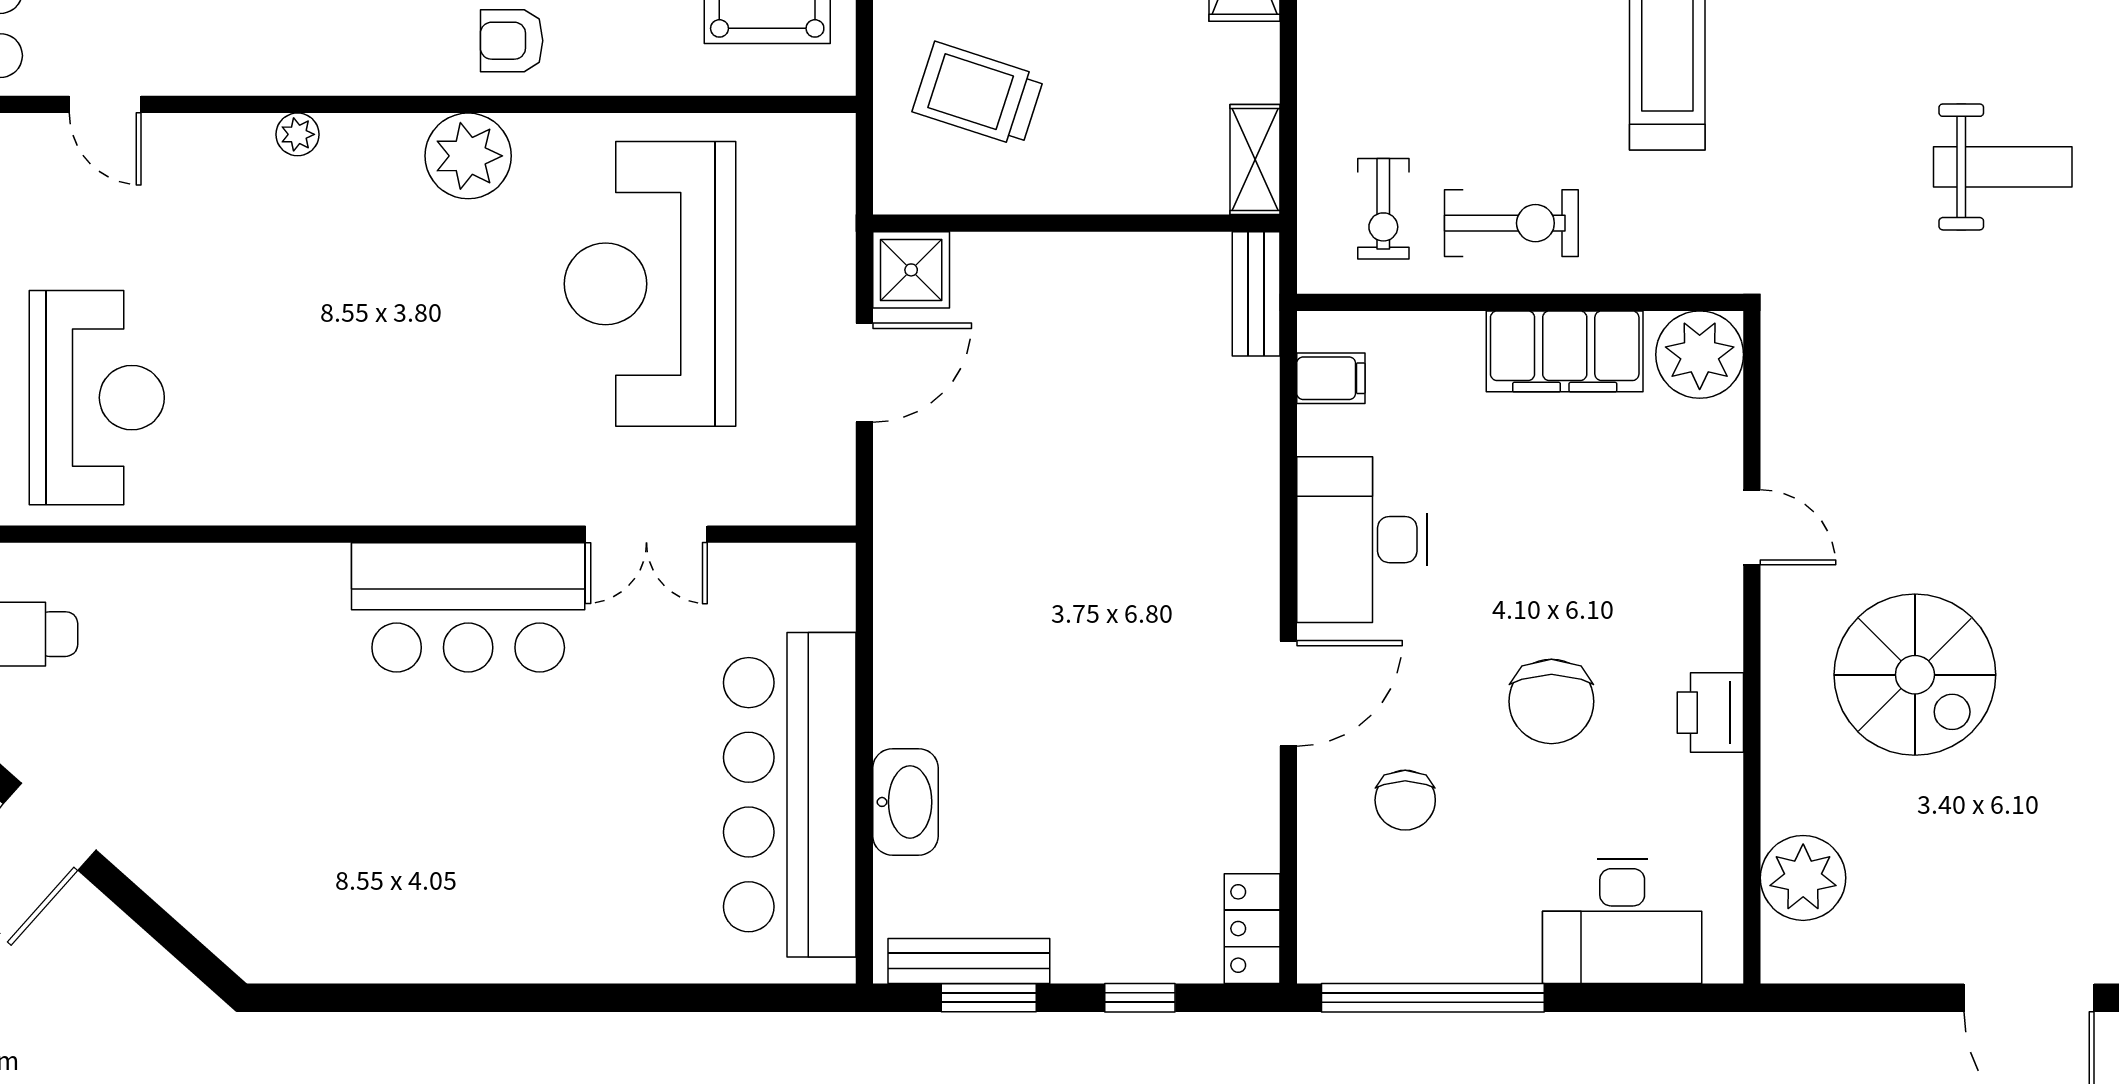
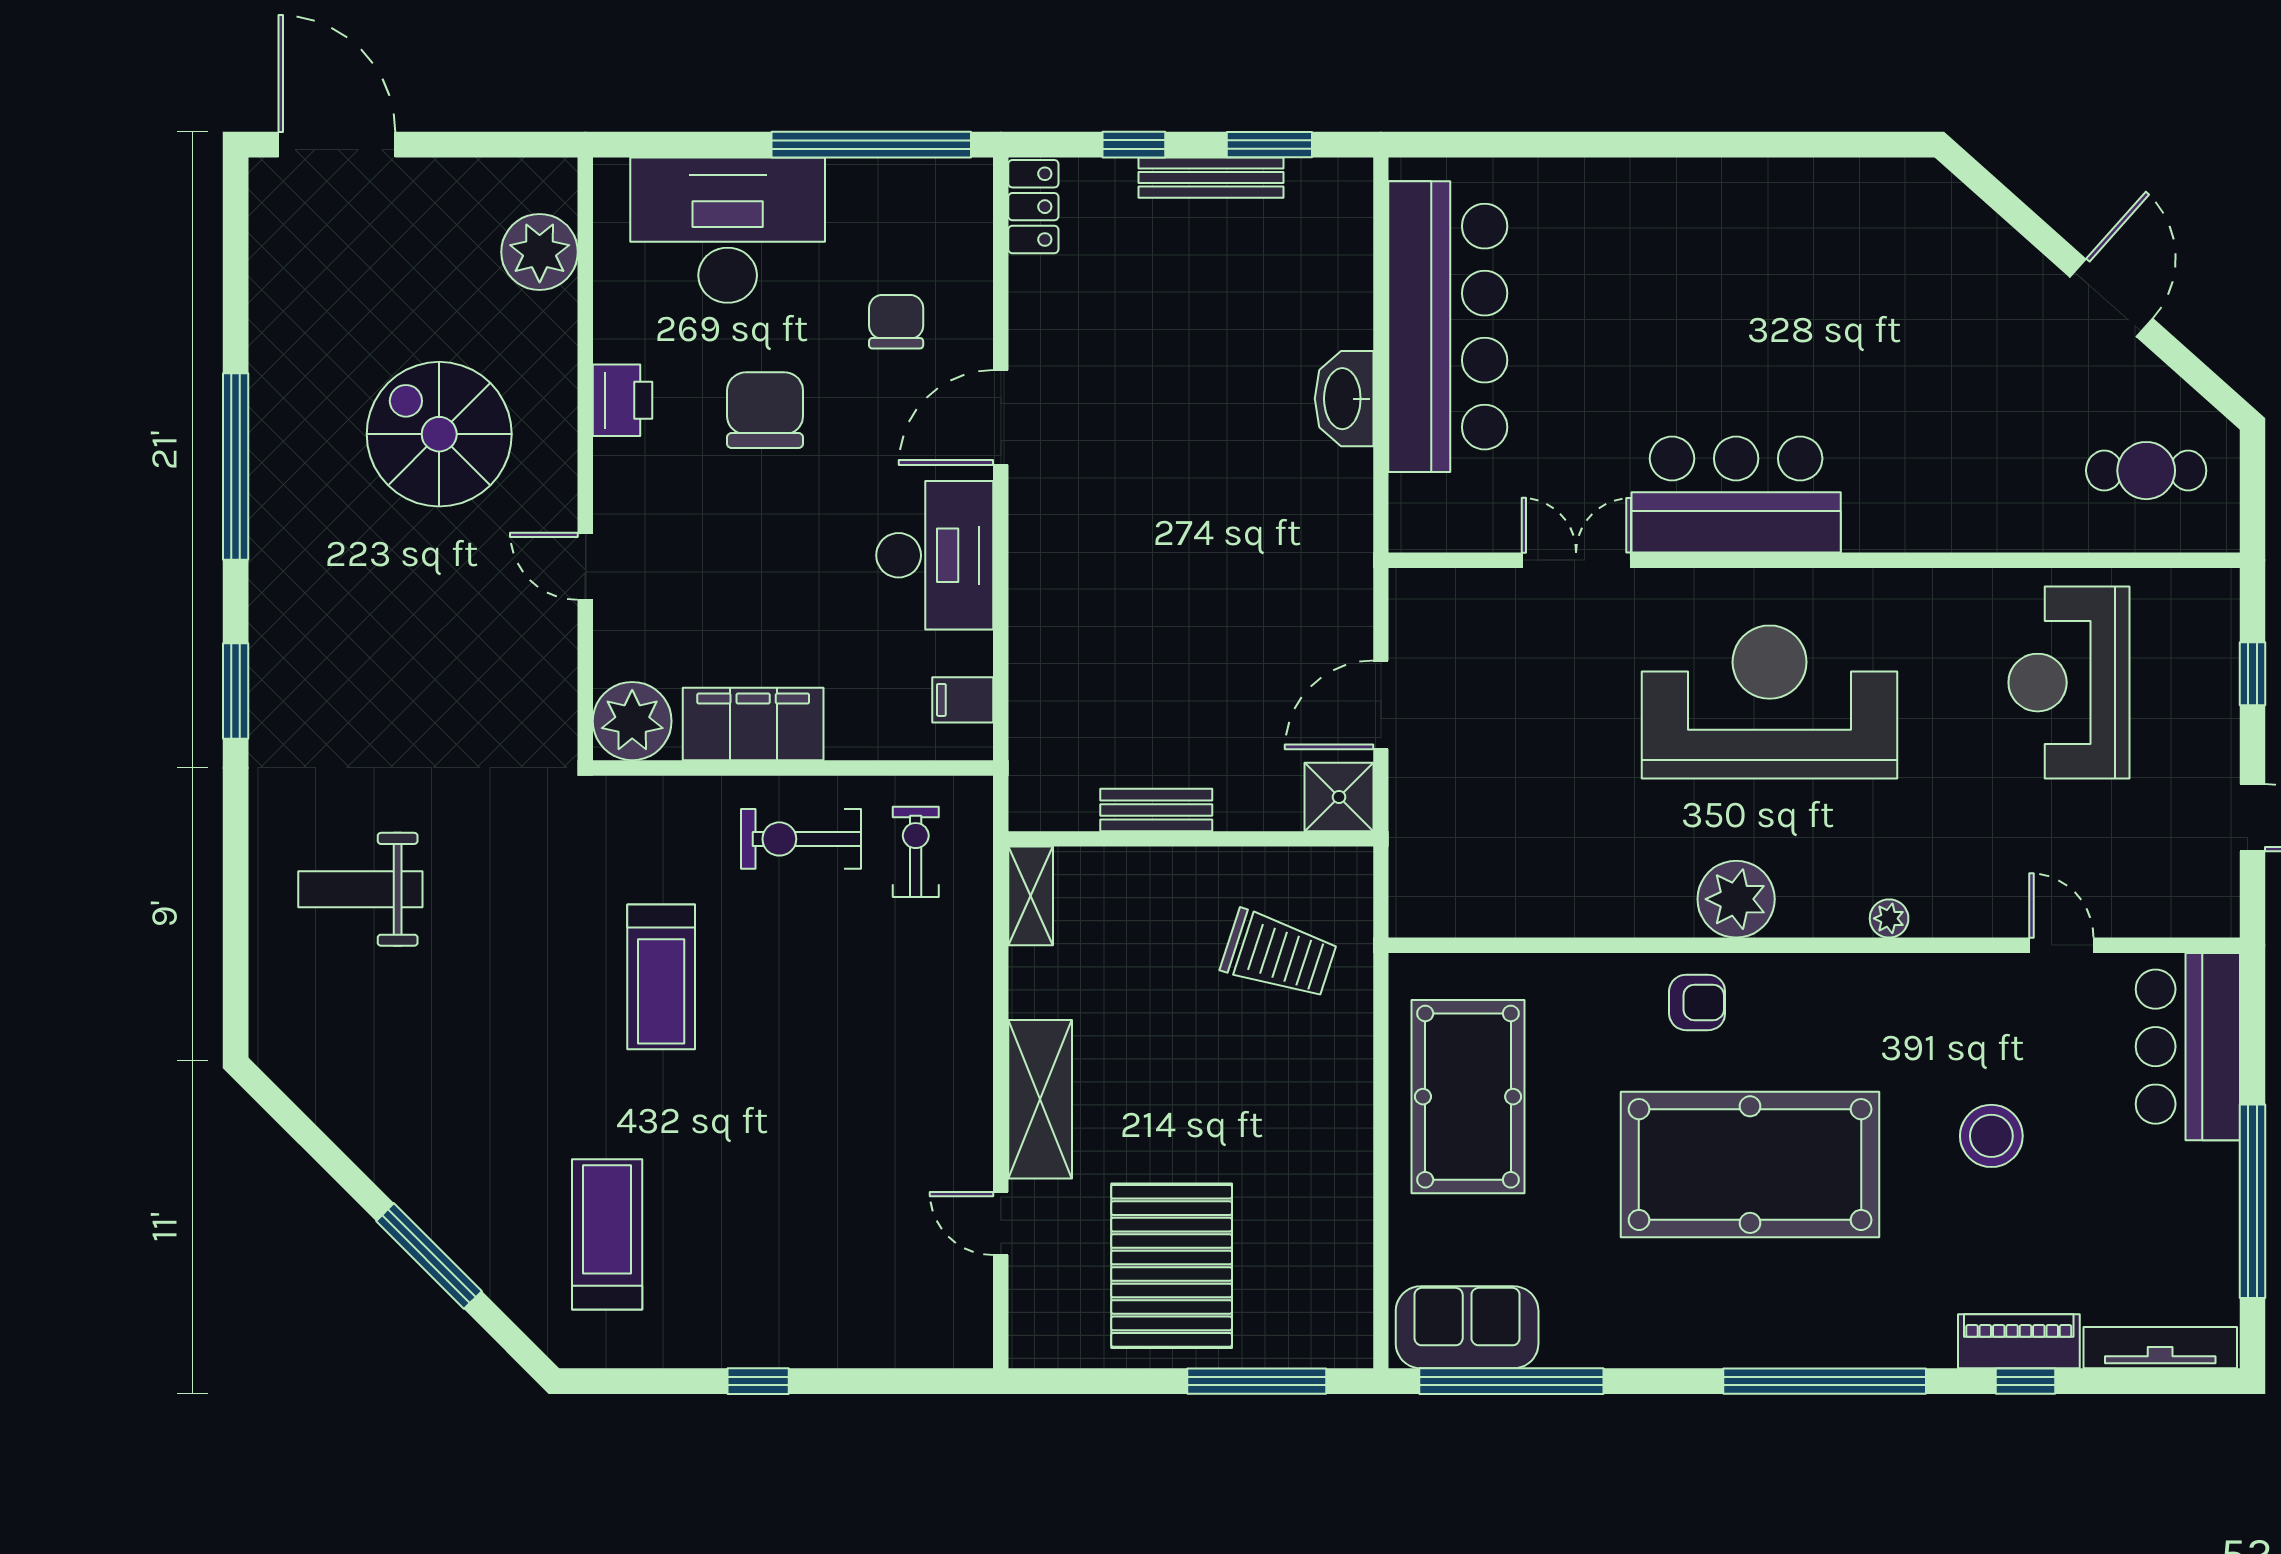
reception desk: (650, 284) -> (1770, 702), moved, turned -90
bench: (1256, 294) -> (1156, 810), moved, turned 90
washbasin: (905, 802) -> (1344, 399), moved
desk: (1622, 921) -> (728, 230), width x1.36, depth x1.30
bench: (969, 961) -> (1211, 178), moved

